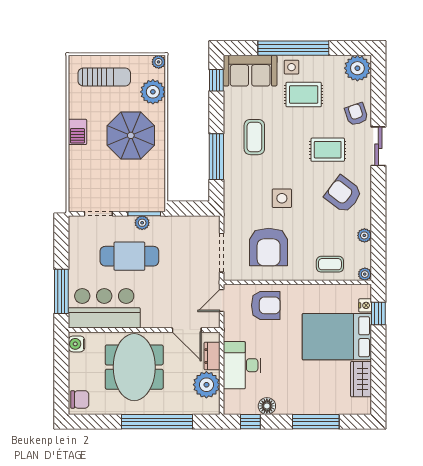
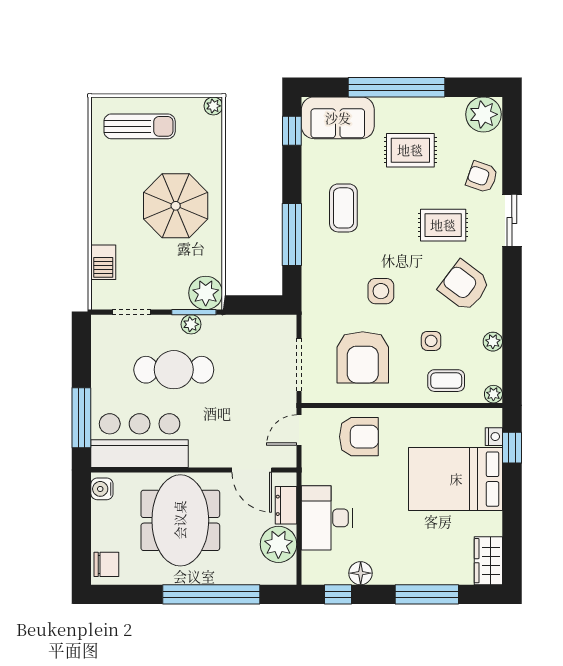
side table: (291, 67) -> (431, 341), moved
plant: (153, 92) -> (206, 293), moved
armchair: (356, 114) -> (482, 177), turned -52
barbecue: (77, 132) -> (103, 262), moved
wardrobe: (361, 379) -> (488, 561), moved

